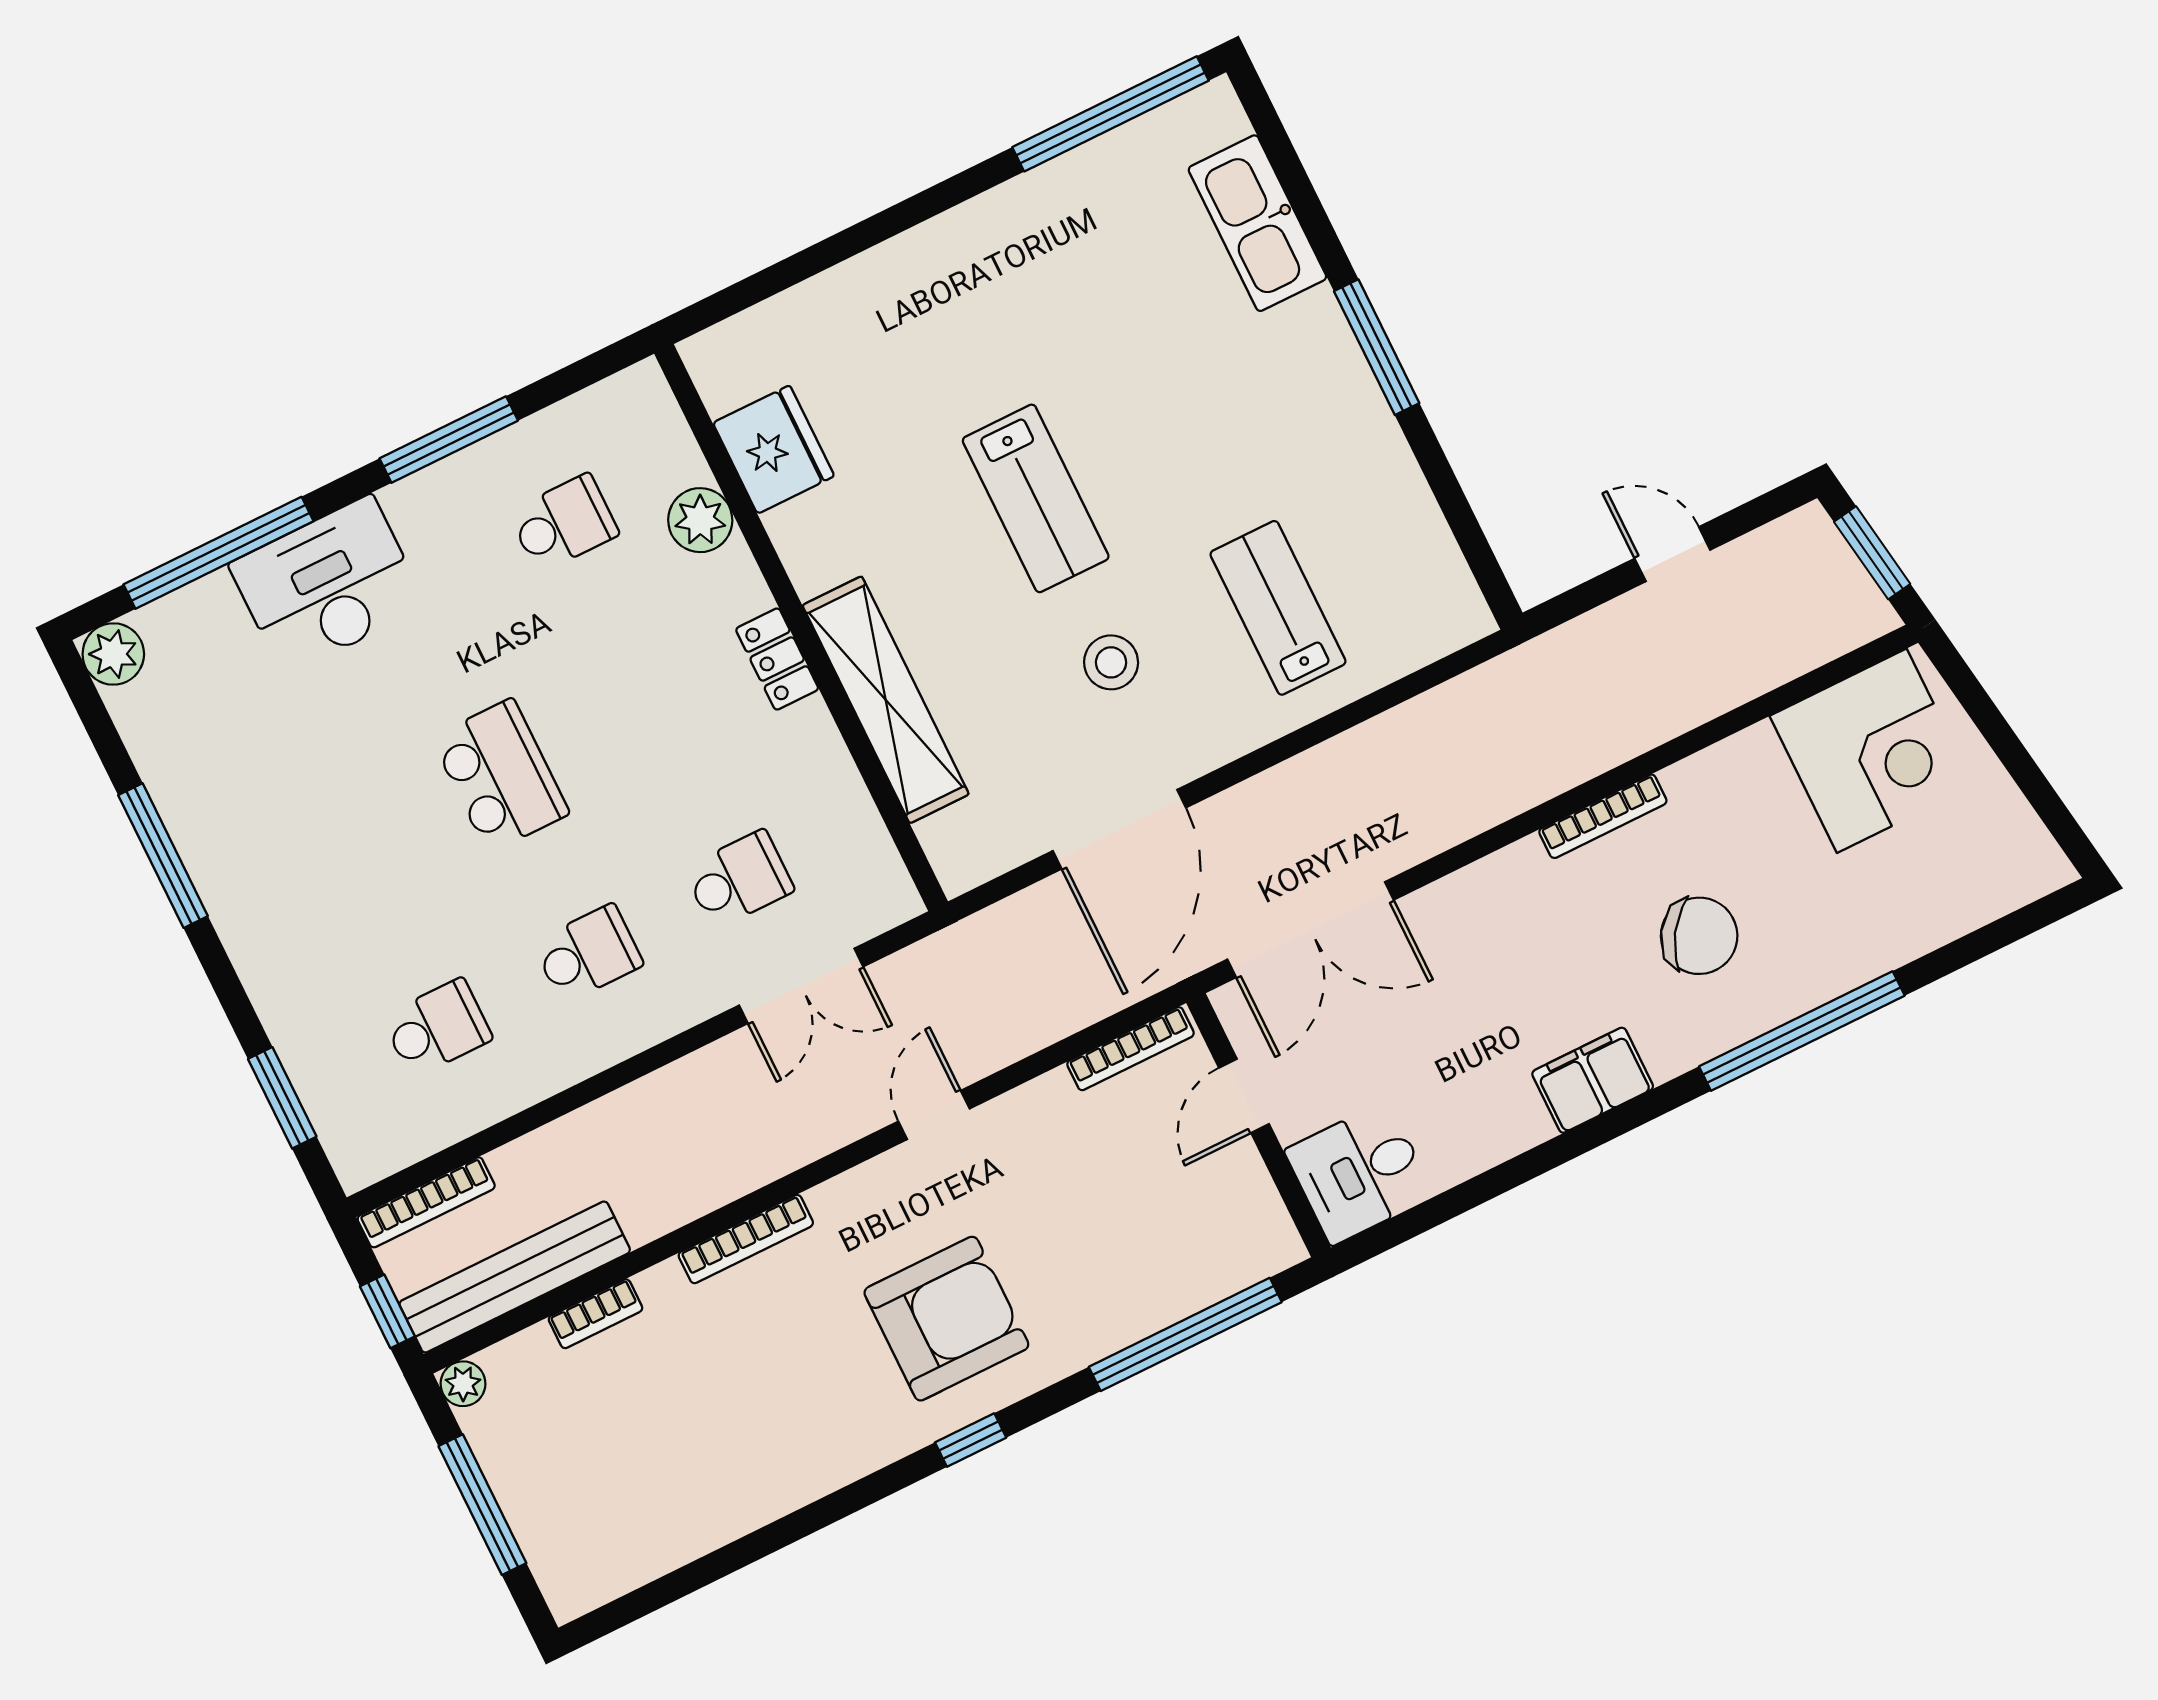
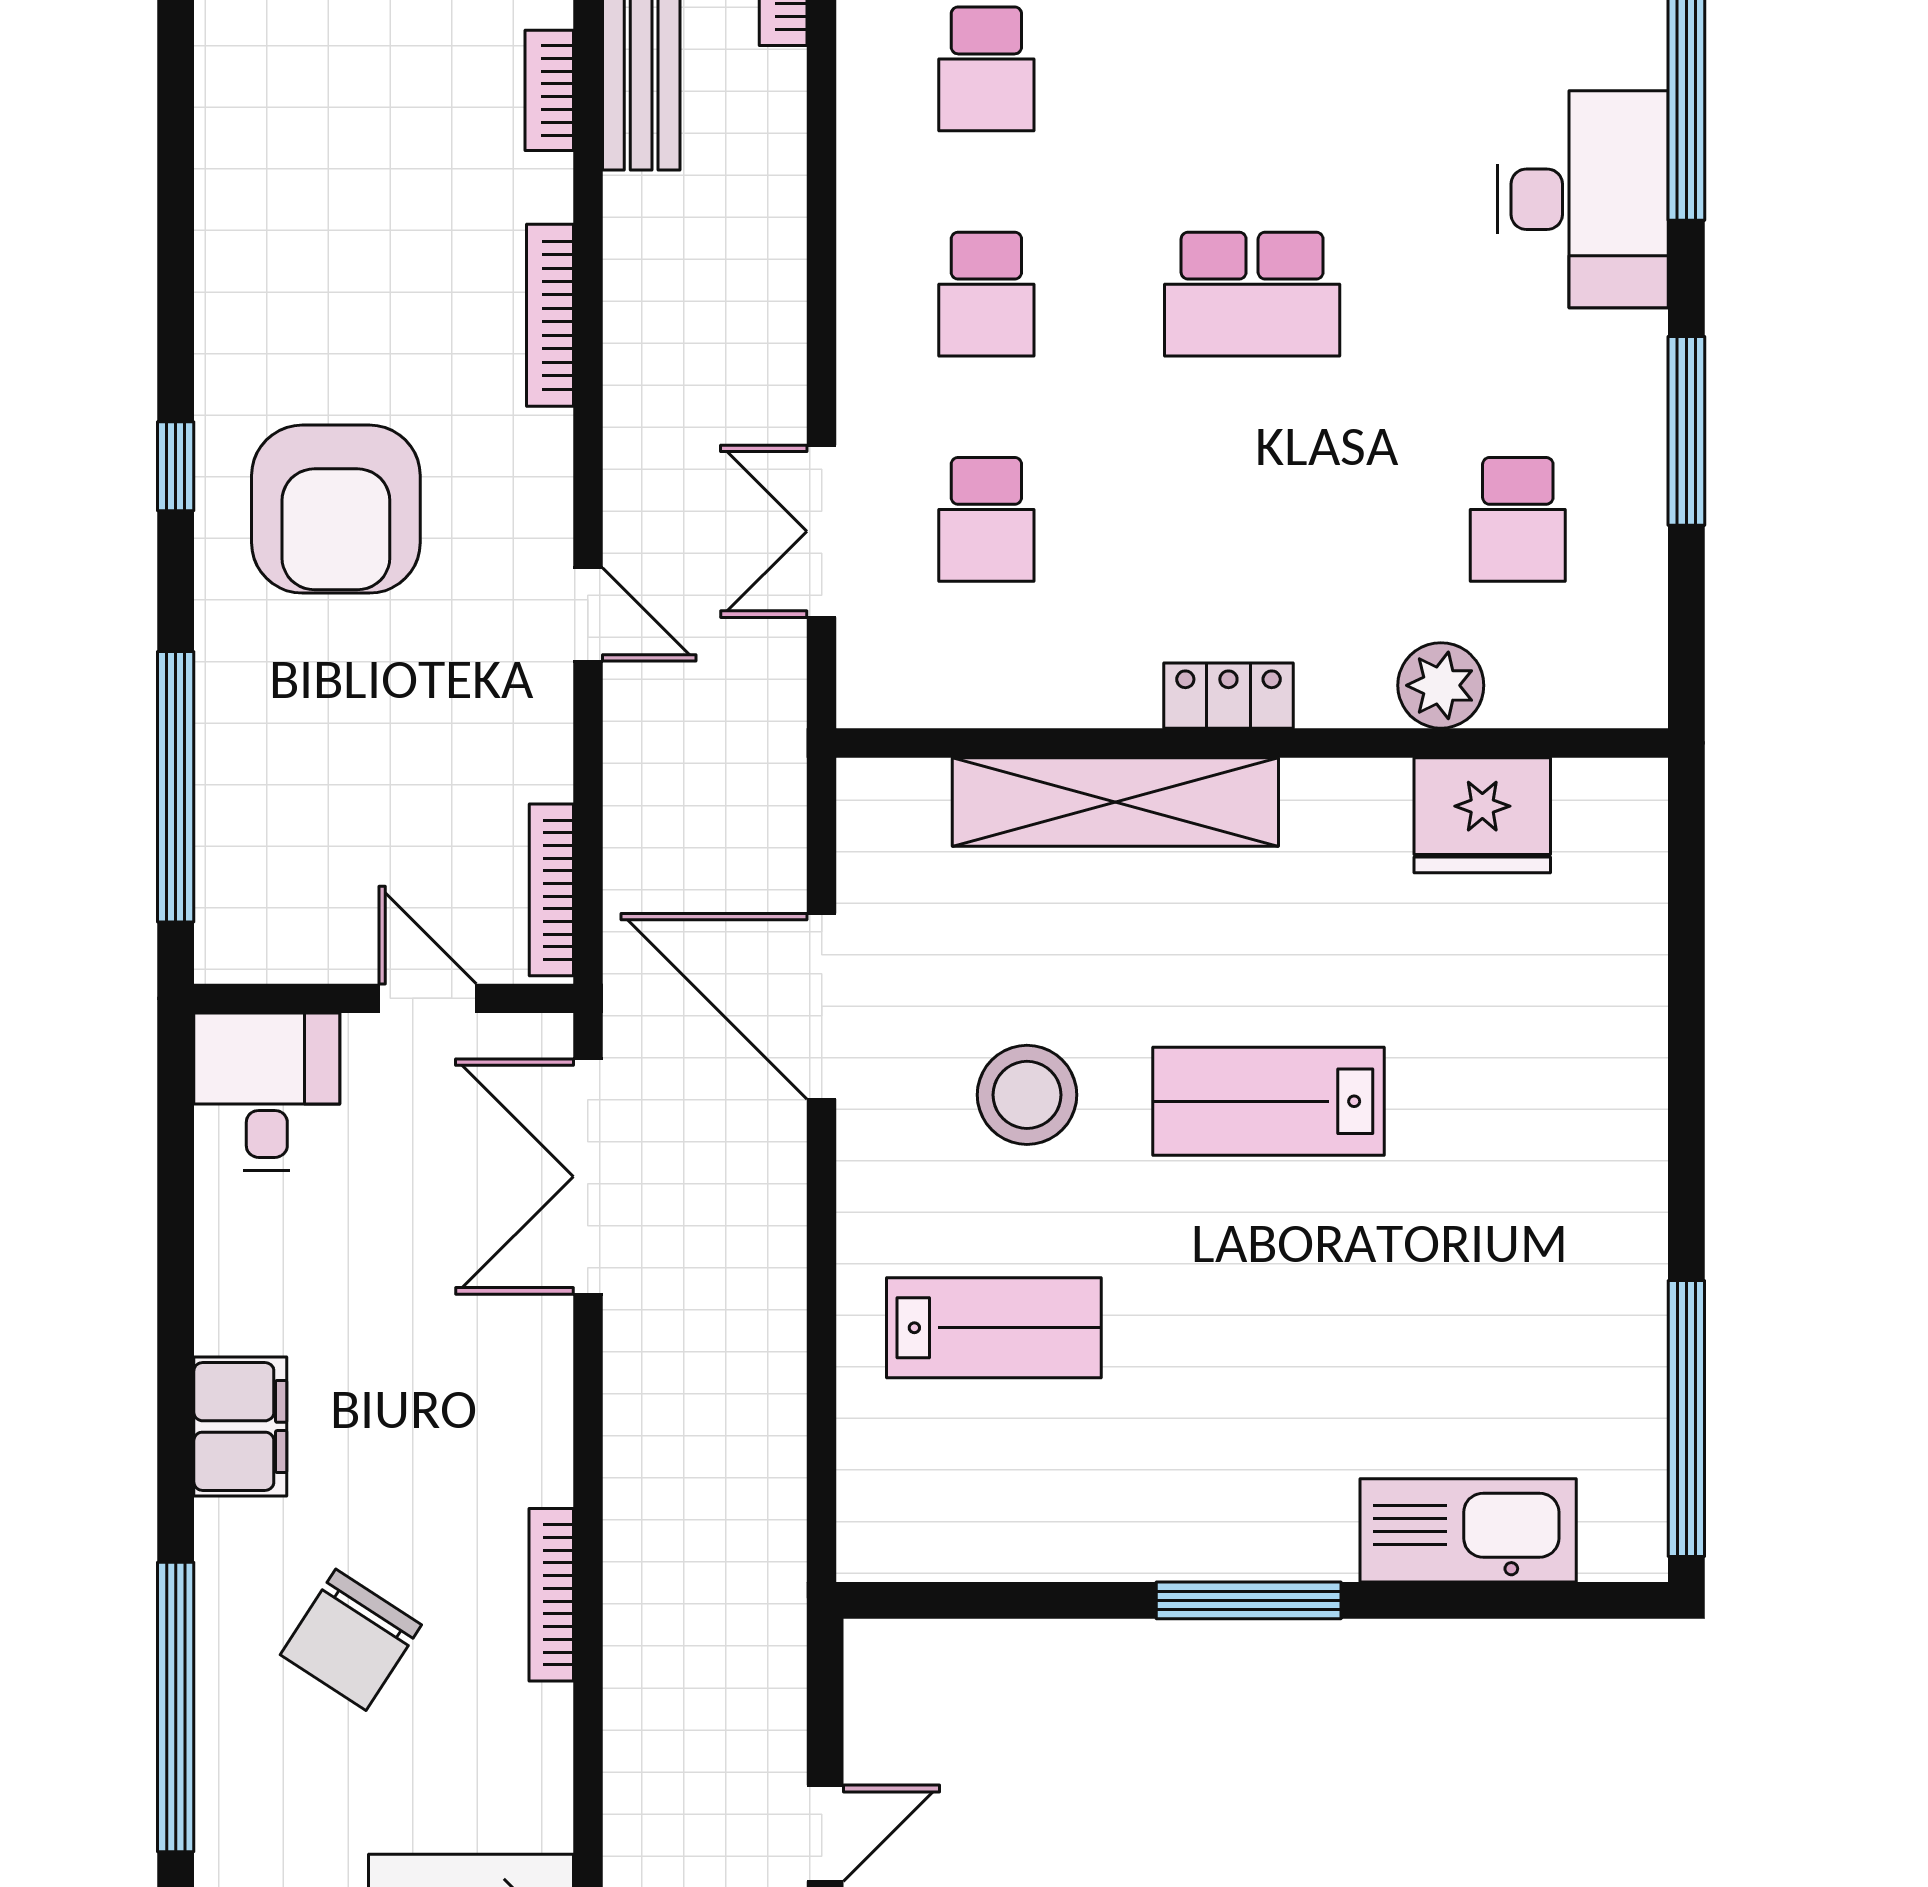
stool: (1111, 662) -> (1027, 1095), width x1.38, depth x1.38

